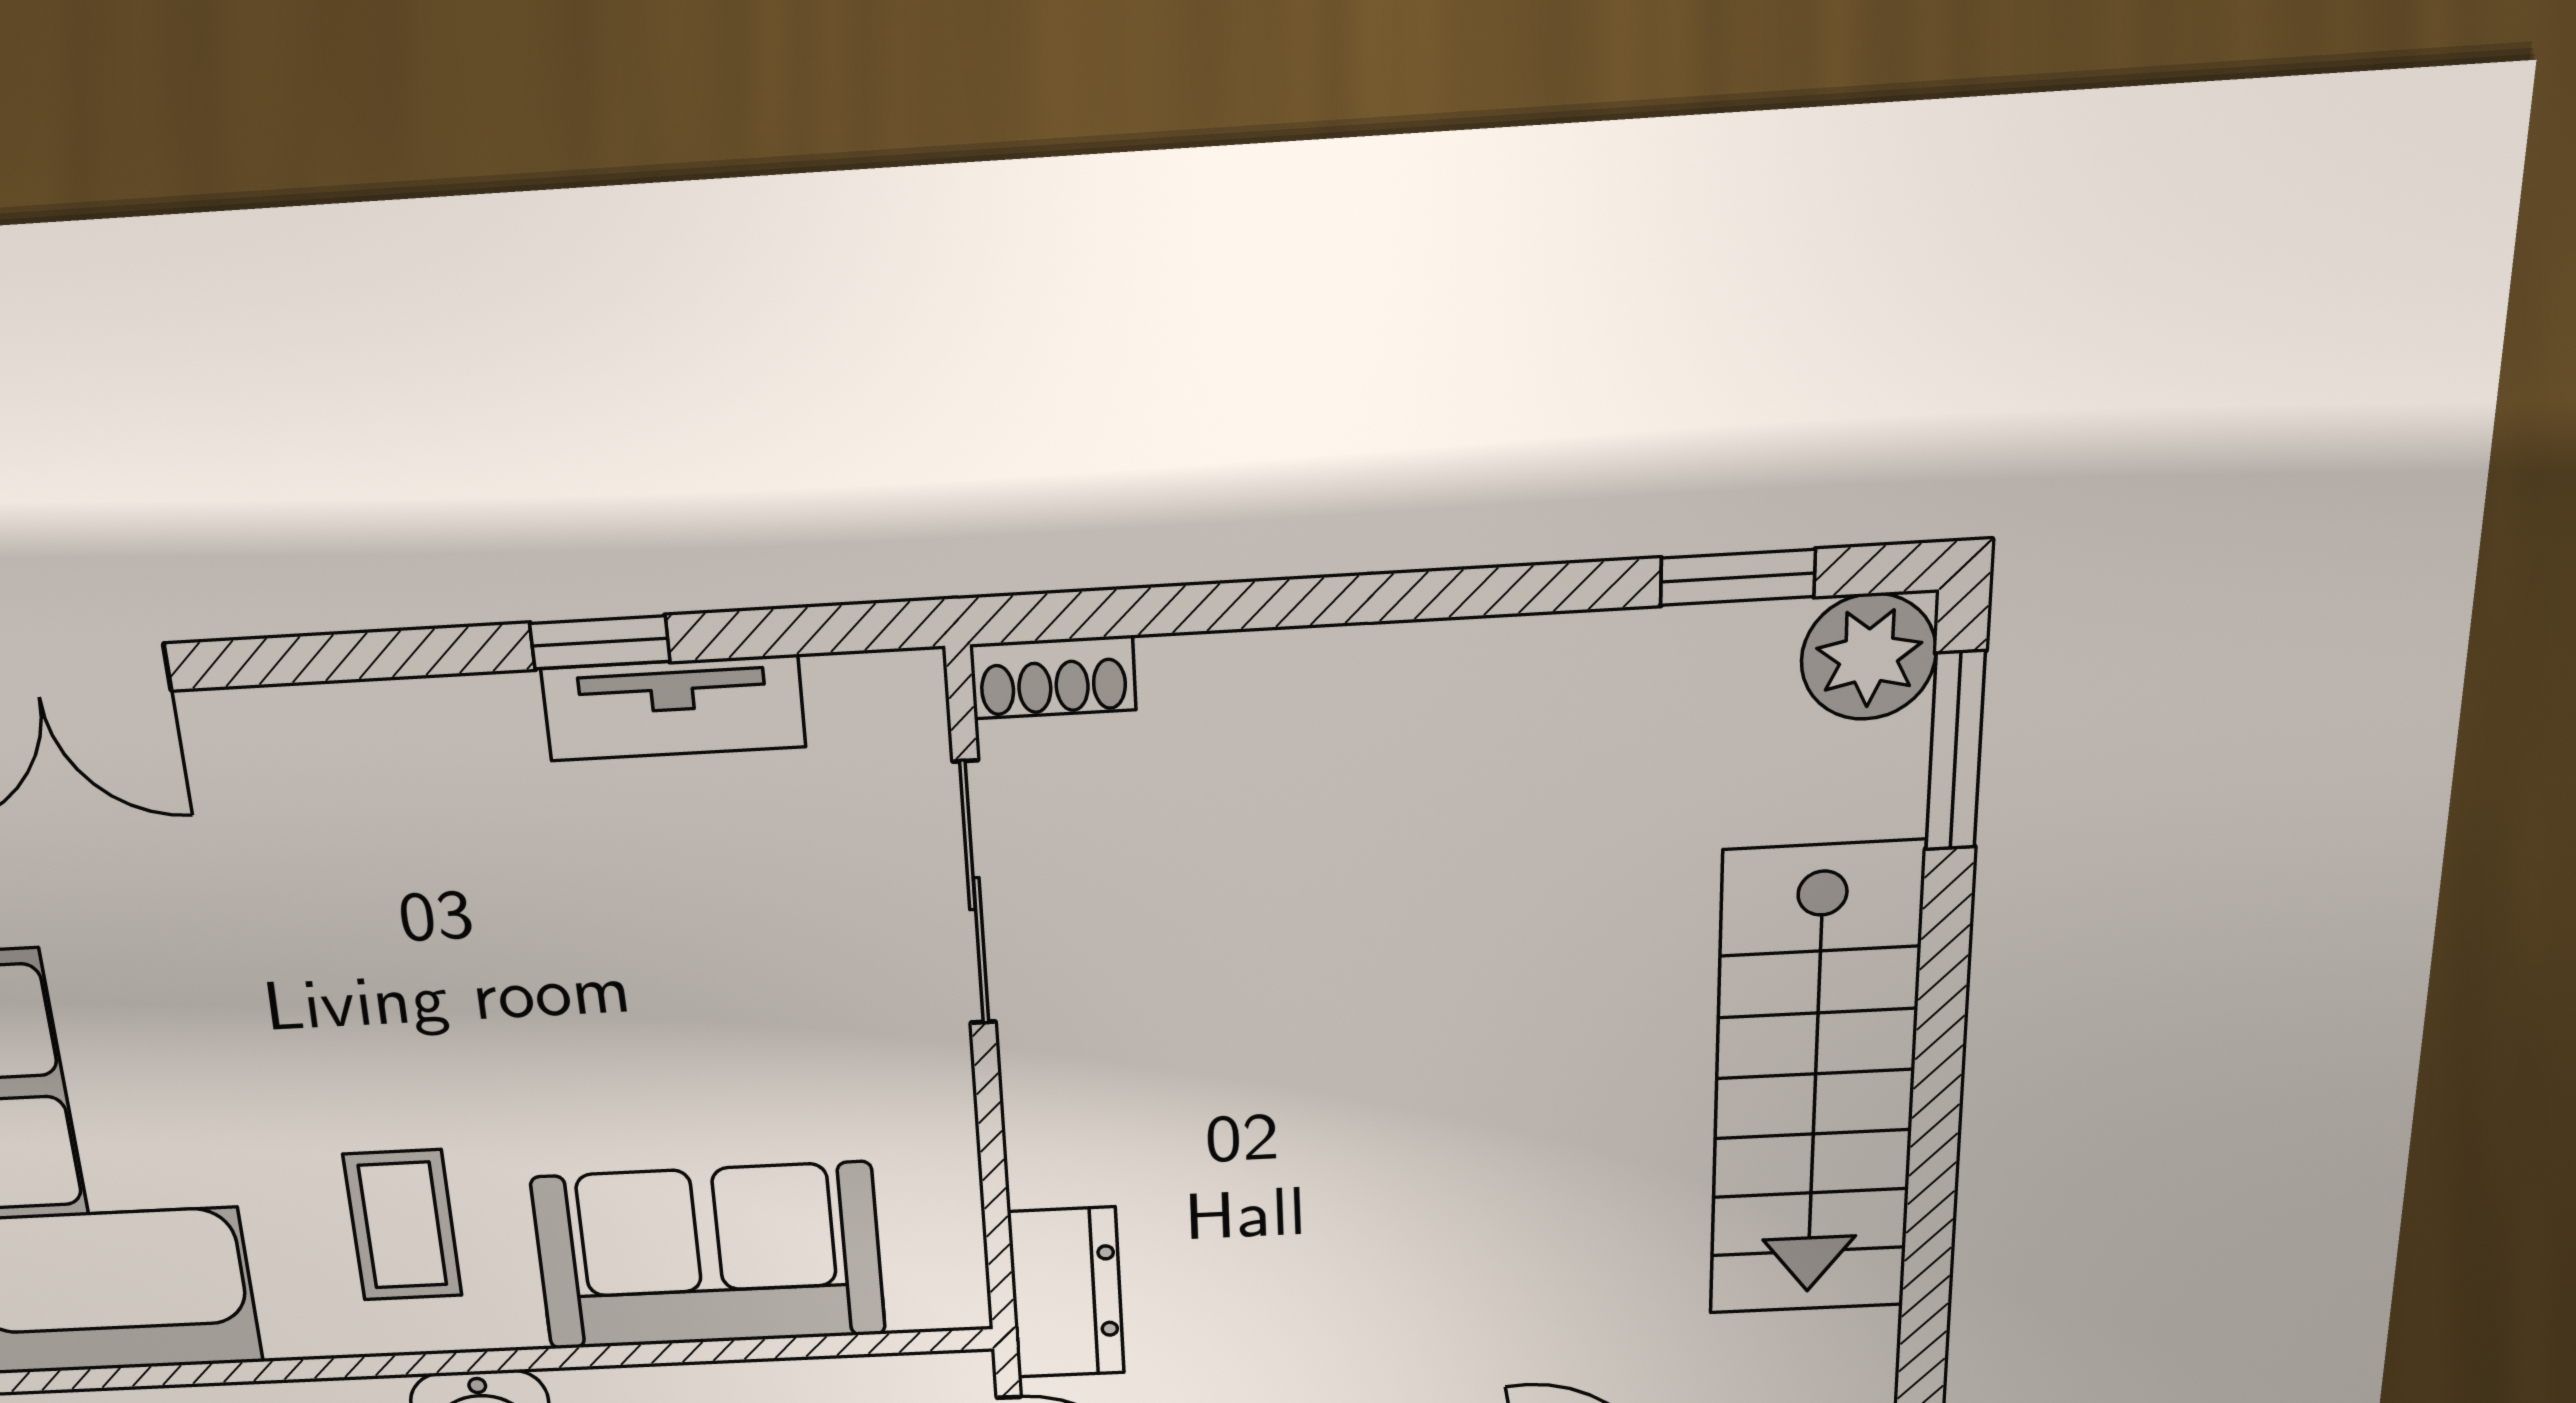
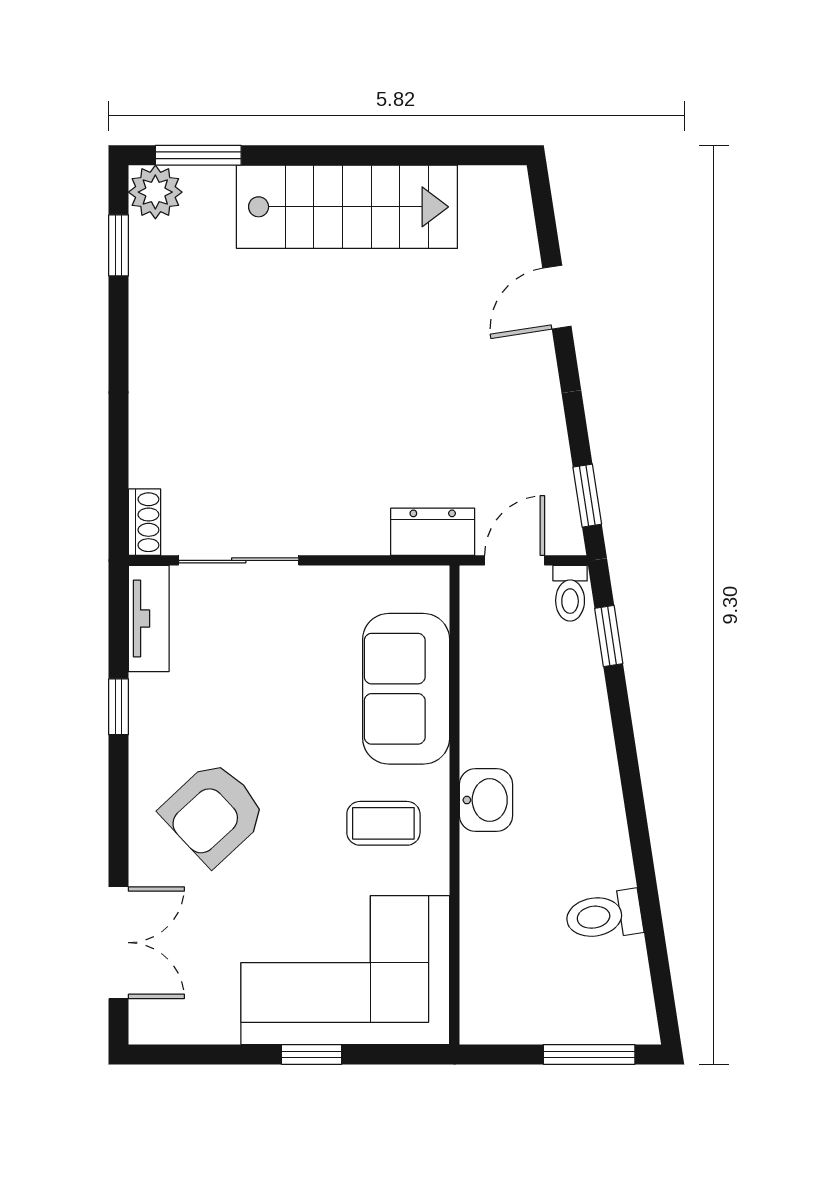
tv unit: (674, 708) -> (149, 618), moved
armchair: (375, 870) -> (214, 813), added

